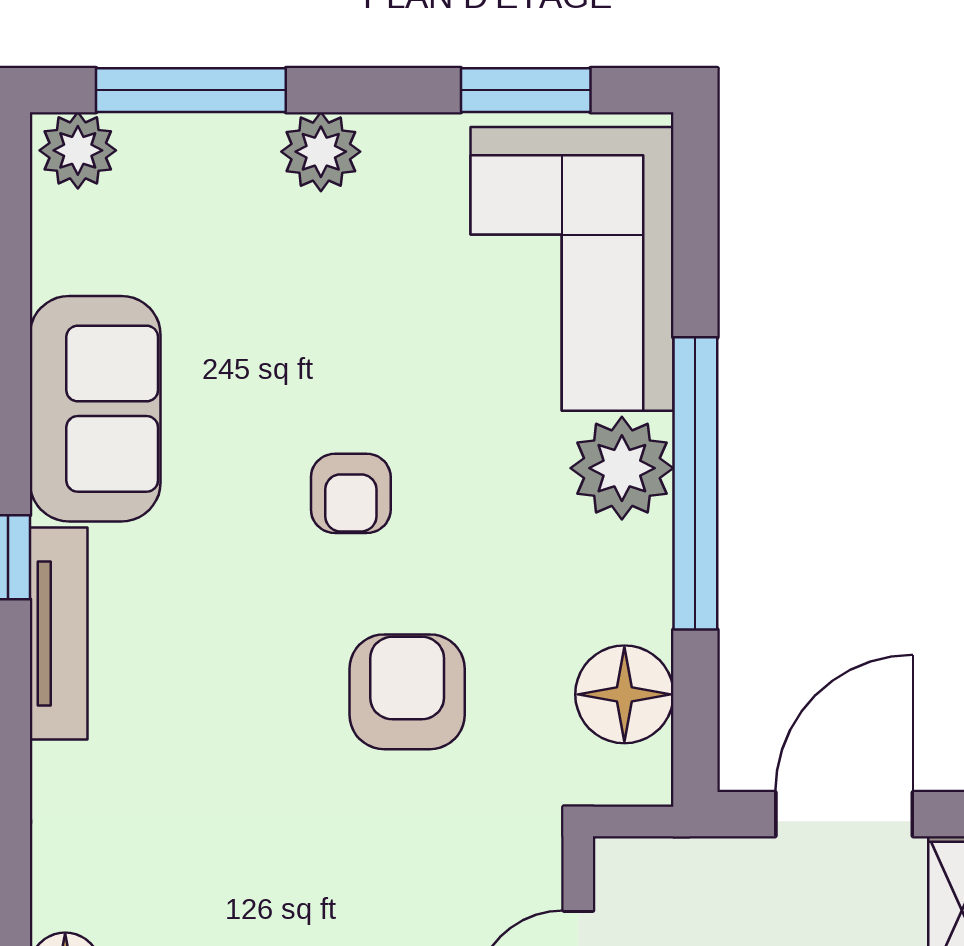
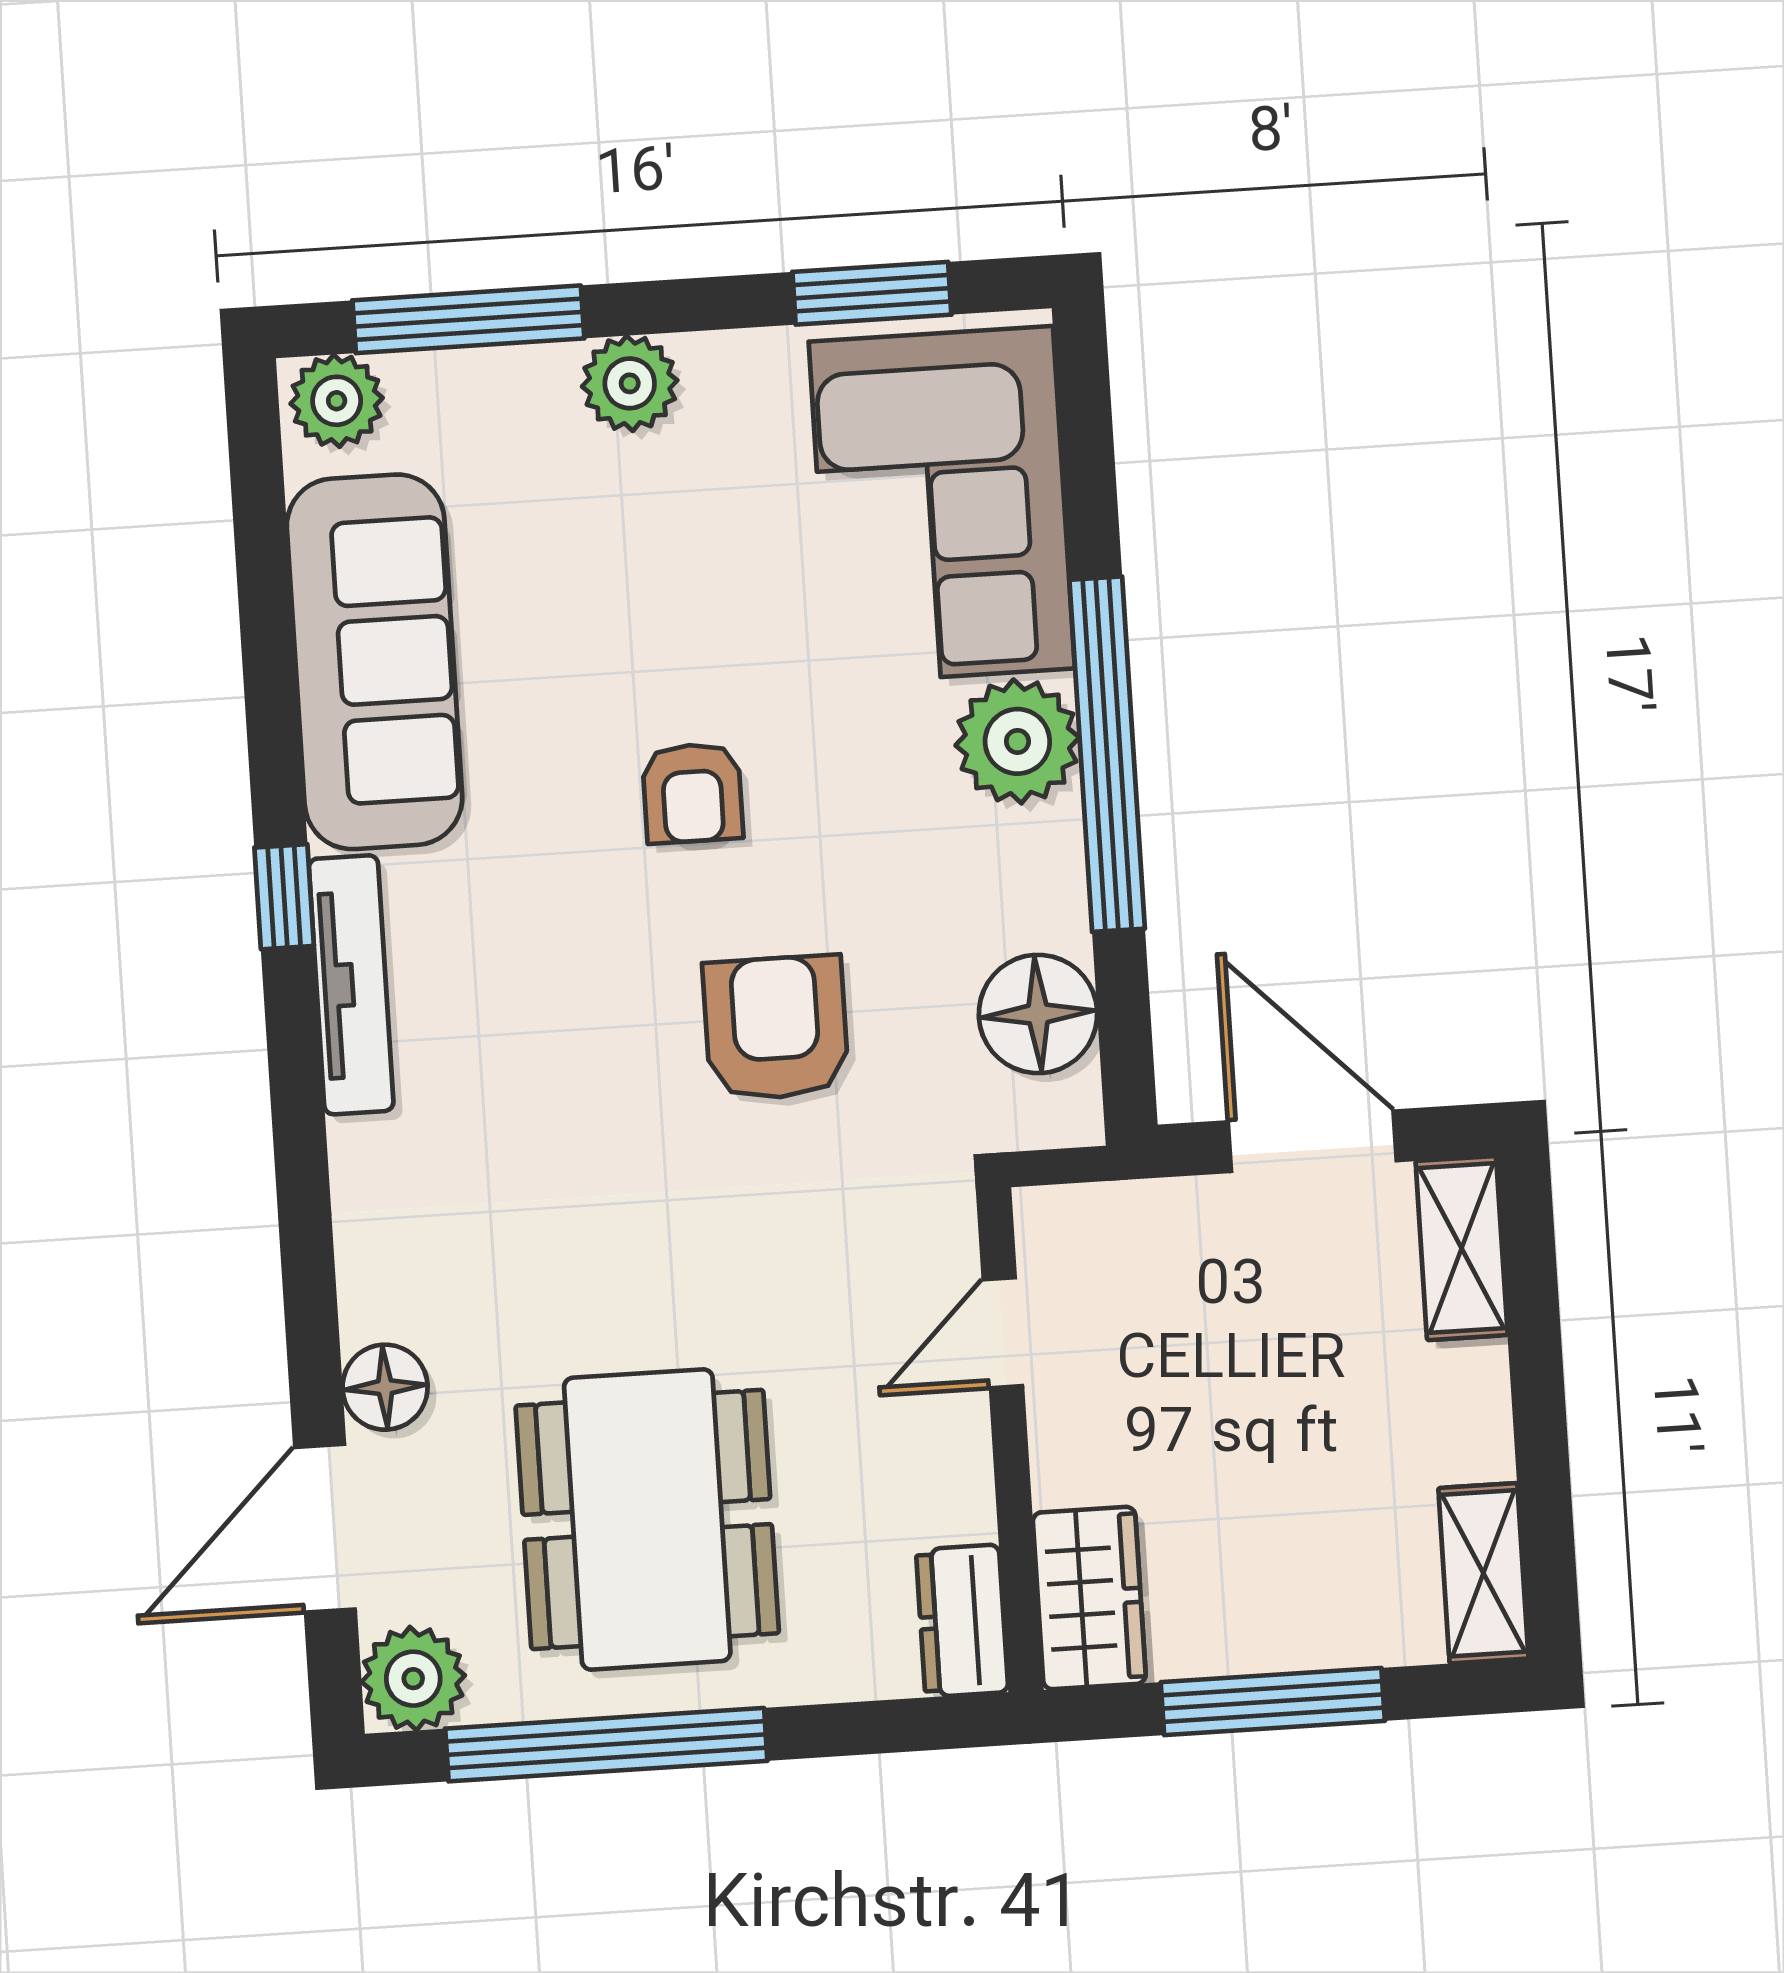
sofa: (95, 409) -> (375, 662), width x1.36
door: (844, 814) -> (1312, 1141), hinge flipped

